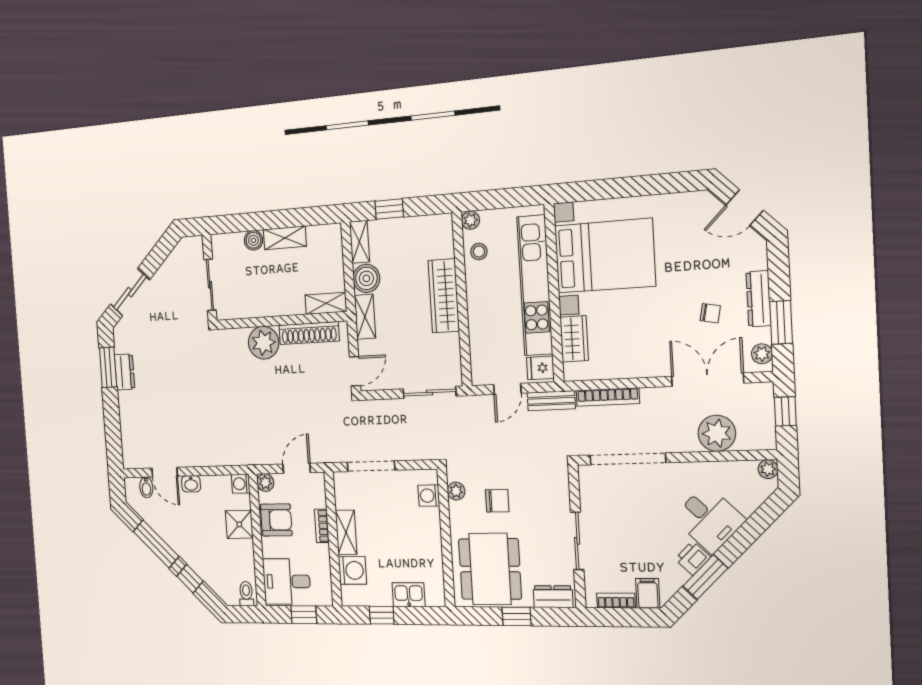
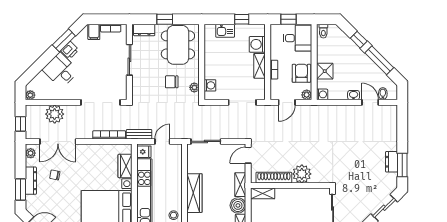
window: (781, 322) -> (21, 189), moved
armchair: (276, 520) -> (301, 73), turned 90

